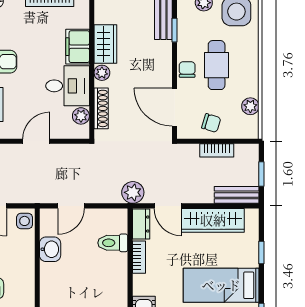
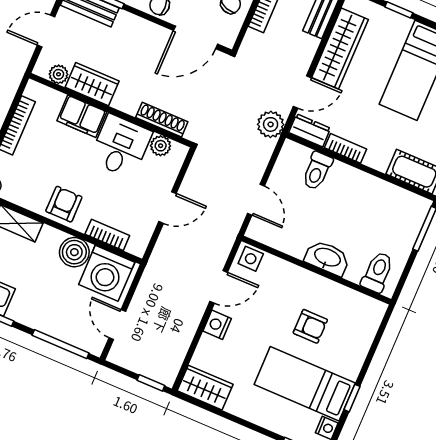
plant: (102, 73) -> (58, 74), moved
door: (36, 141) -> (167, 207), swing flipped
washbasin: (50, 249) -> (327, 258), moved, width x1.38

